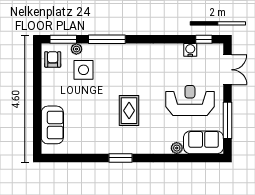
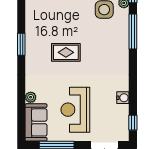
water cooler: (190, 50) -> (123, 98), moved
reception desk: (190, 101) -> (75, 110), turned 180

